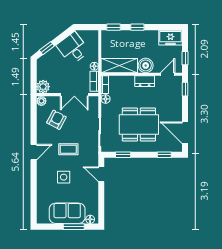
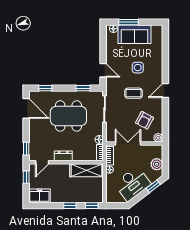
desk: (73, 48) -> (132, 184), width x1.37
boiler: (146, 65) -> (62, 170), removed
plant: (43, 87) -> (157, 164), moved

